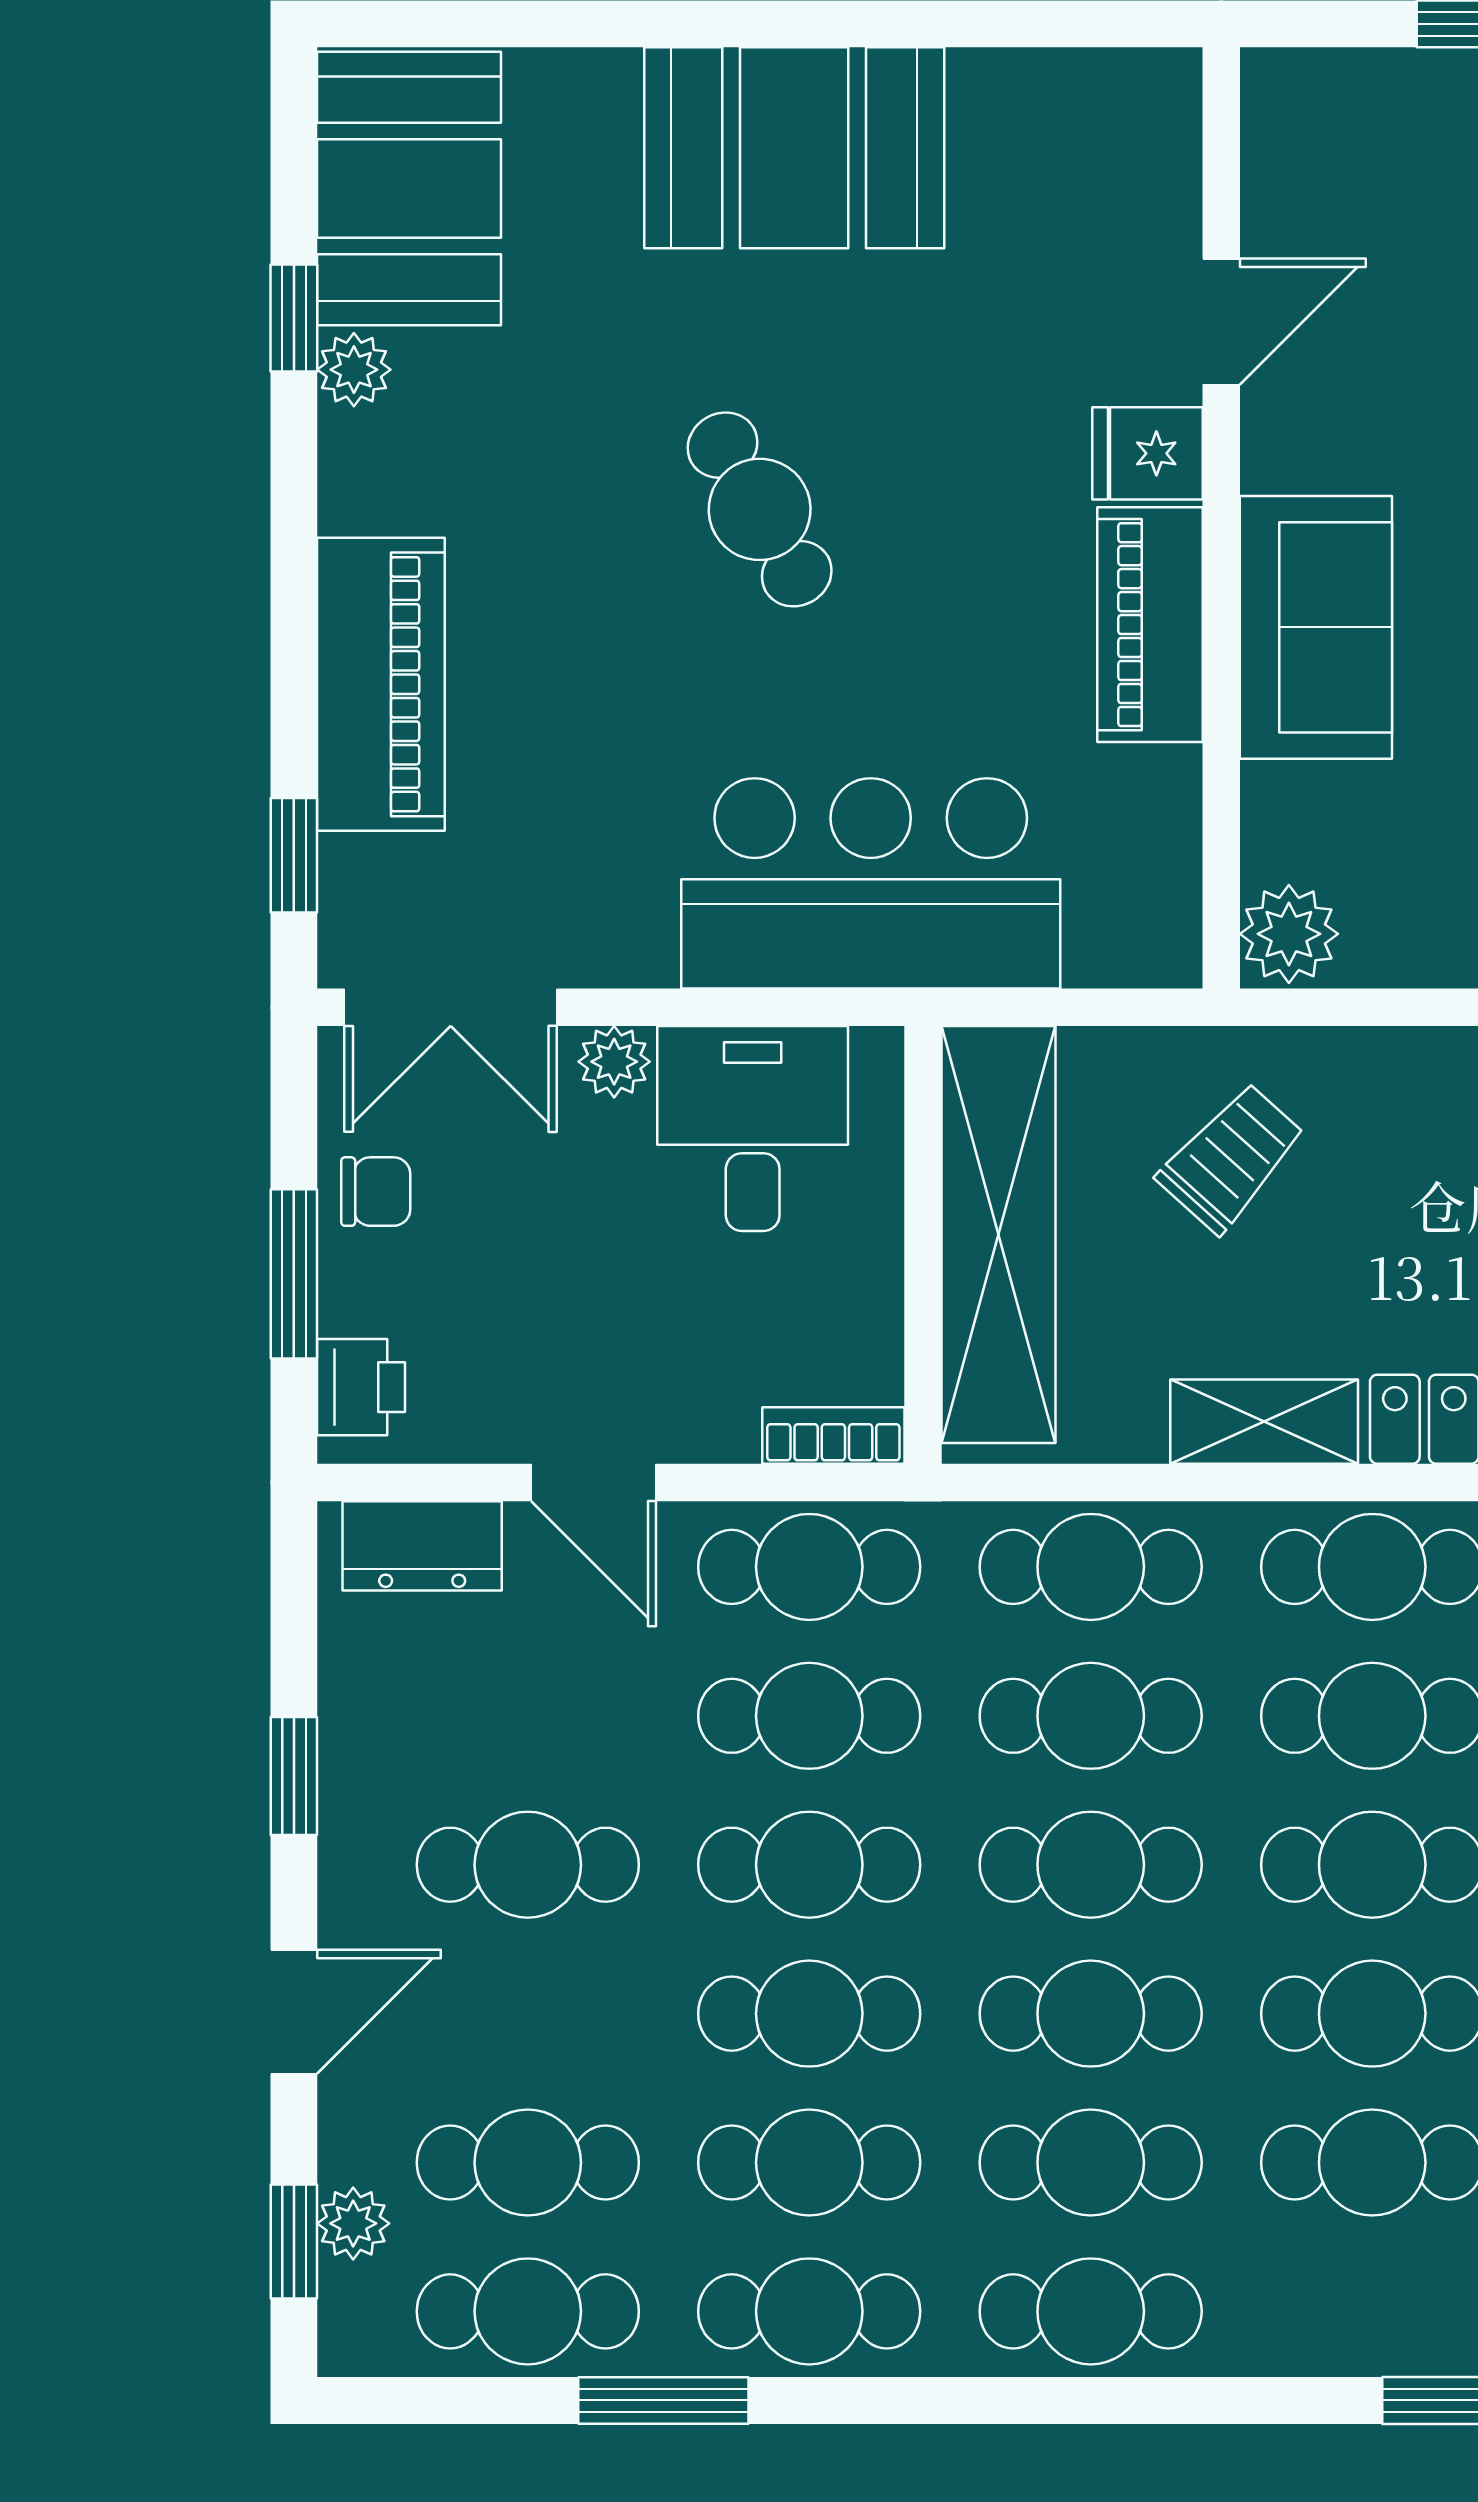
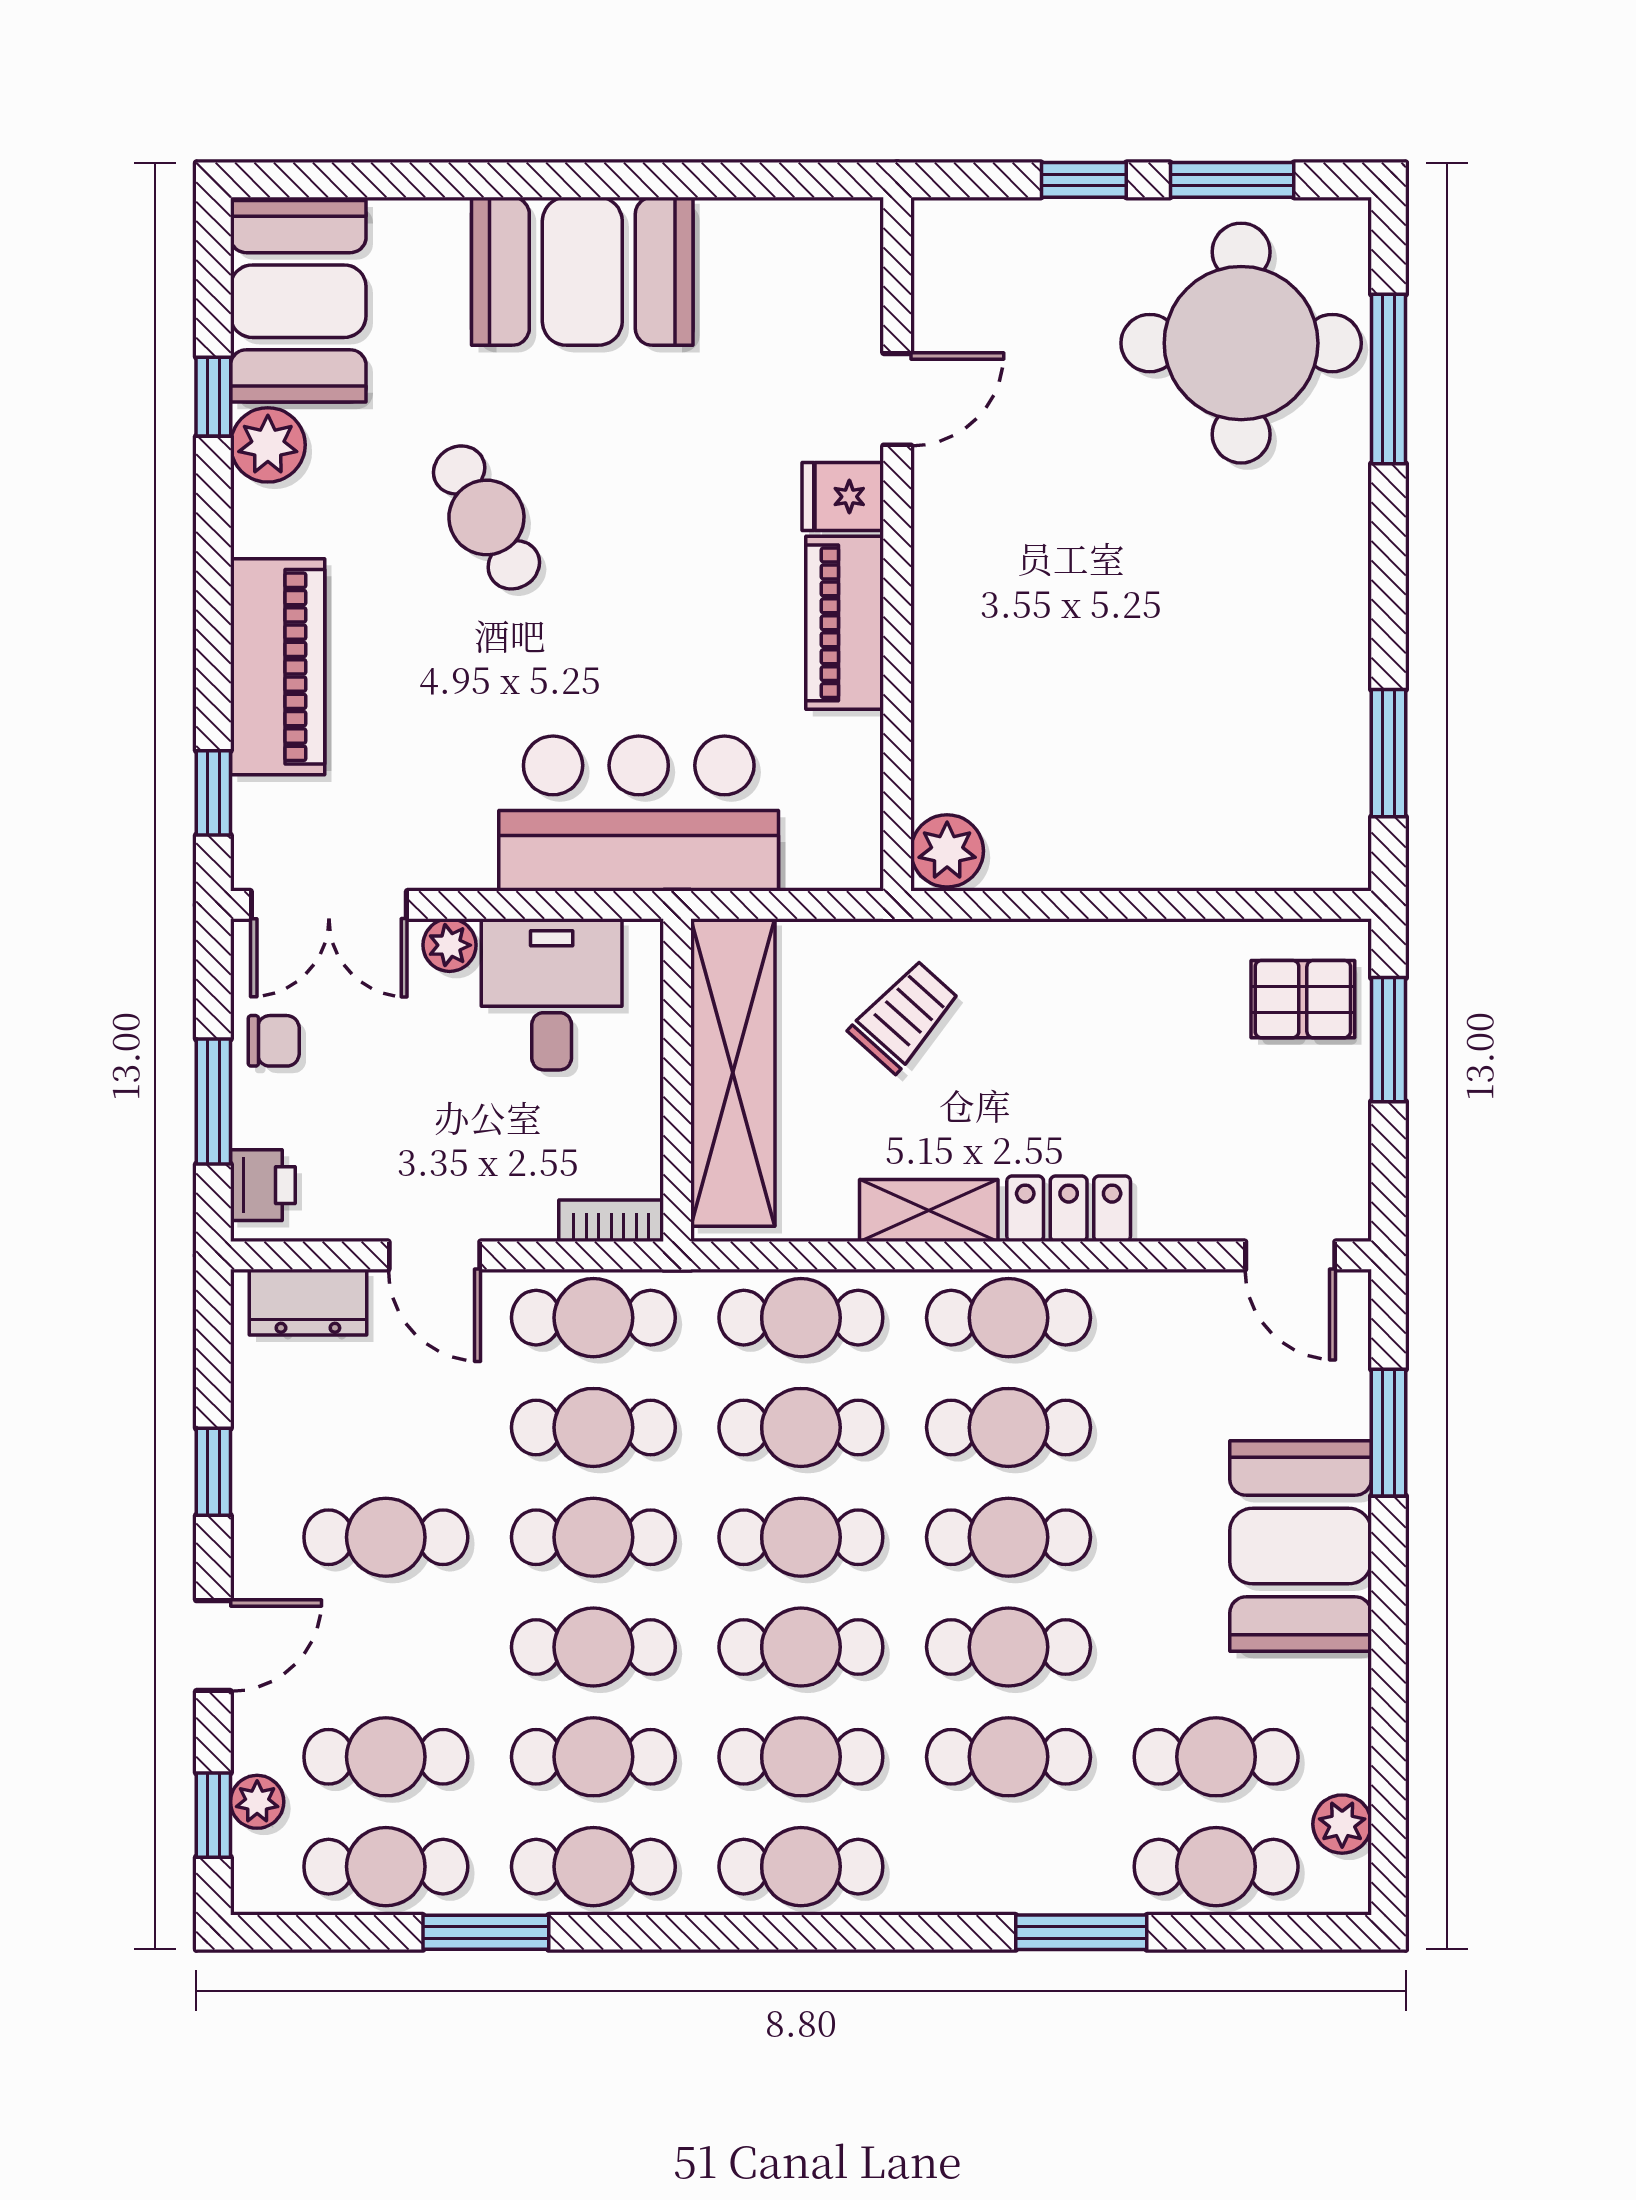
plant: (354, 370) -> (268, 445), width x1.38, depth x1.38
cafe table: (760, 509) -> (486, 517), moved
sofa: (1316, 627) -> (967, 625), removed

